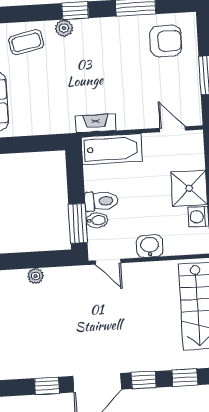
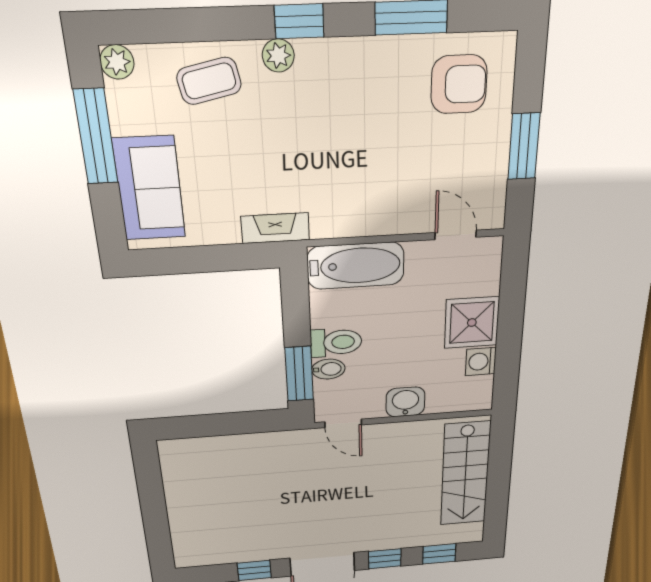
fireplace: (96, 123) -> (275, 228), moved
plant: (36, 276) -> (235, 444), removed

